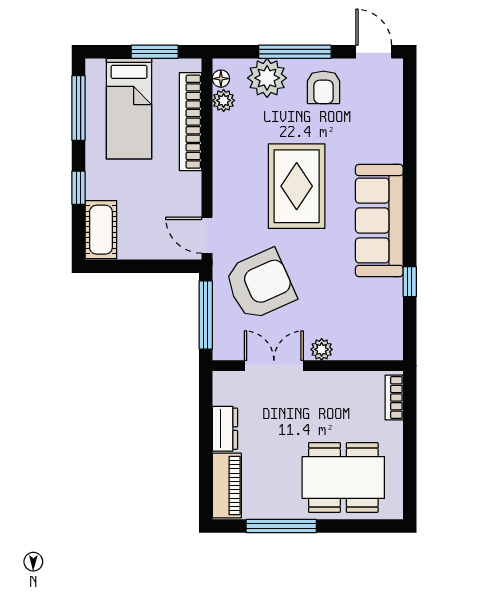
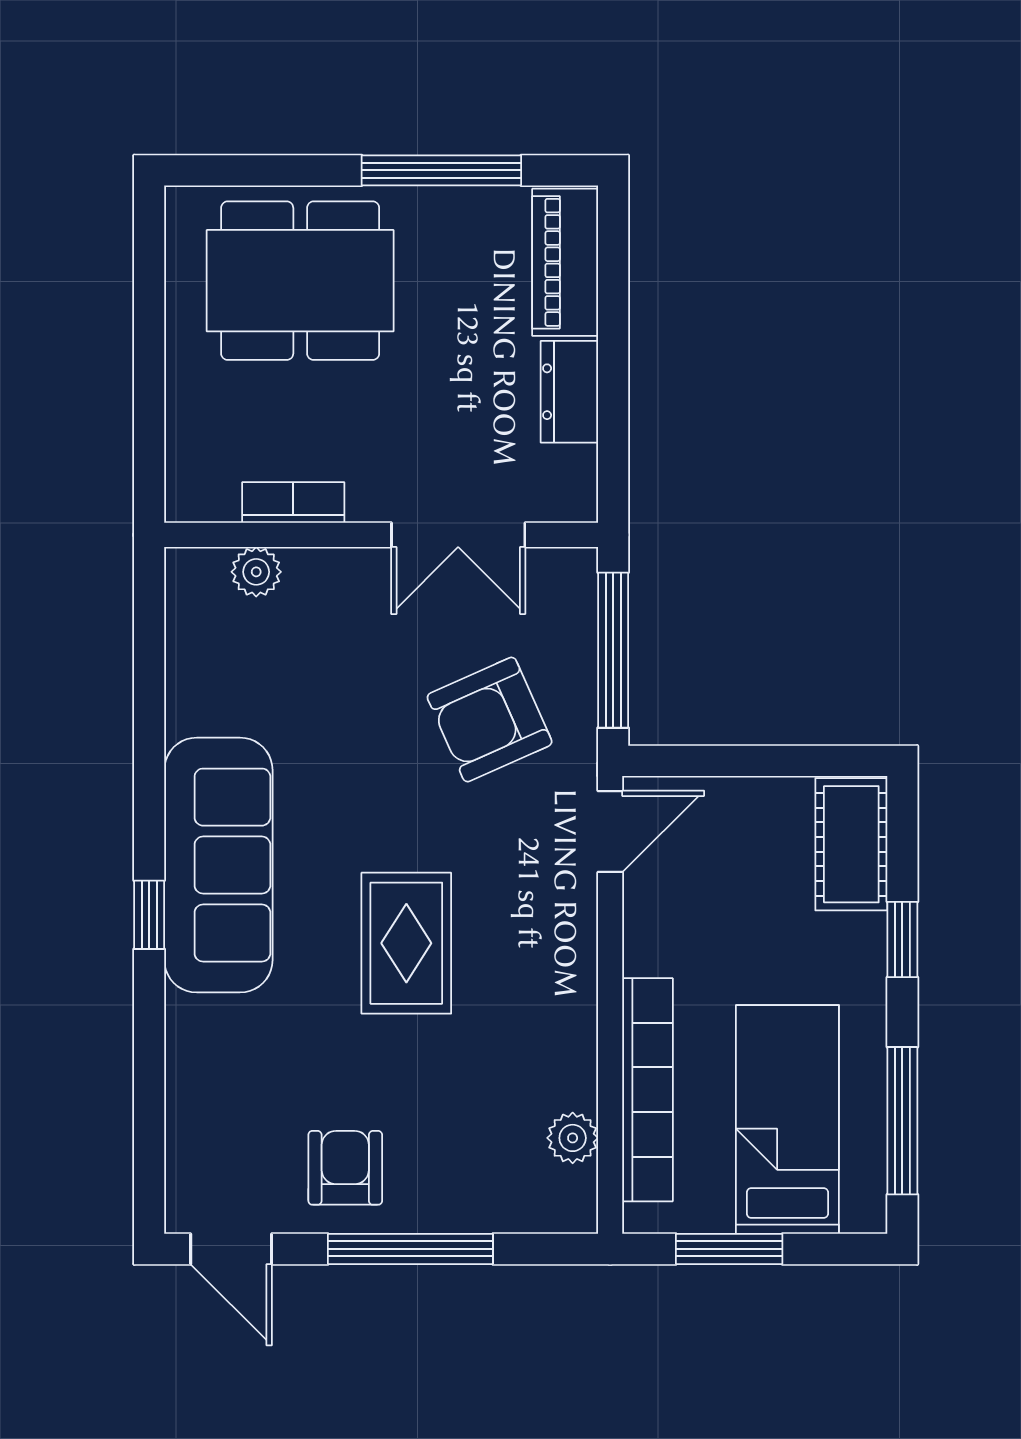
plant: (267, 78) -> (474, 1189), removed
floor lamp: (221, 79) -> (578, 1188), removed
rug: (297, 186) -> (406, 943), width x0.73, depth x0.70
door: (207, 235) -> (610, 832), hinge flipped
window: (410, 282) -> (149, 915), moved
armchair: (260, 285) -> (490, 720), width x0.73, depth x0.73
plant: (322, 349) -> (256, 572), moved
bookcase: (394, 398) -> (293, 502), moved, turned -90

